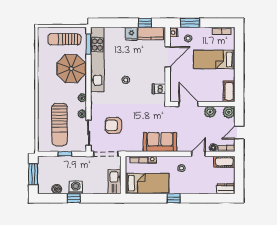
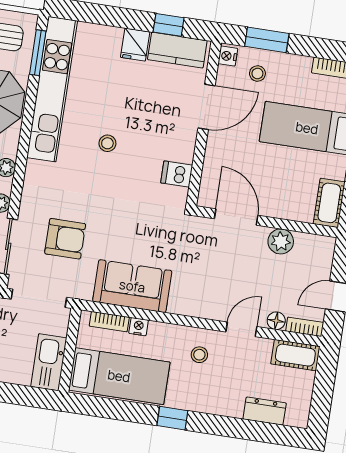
plant: (229, 112) -> (322, 248), removed
armchair: (113, 125) -> (65, 239), turned 180
sofa: (160, 142) -> (132, 286), moved
dresser: (226, 189) -> (265, 411), moved

